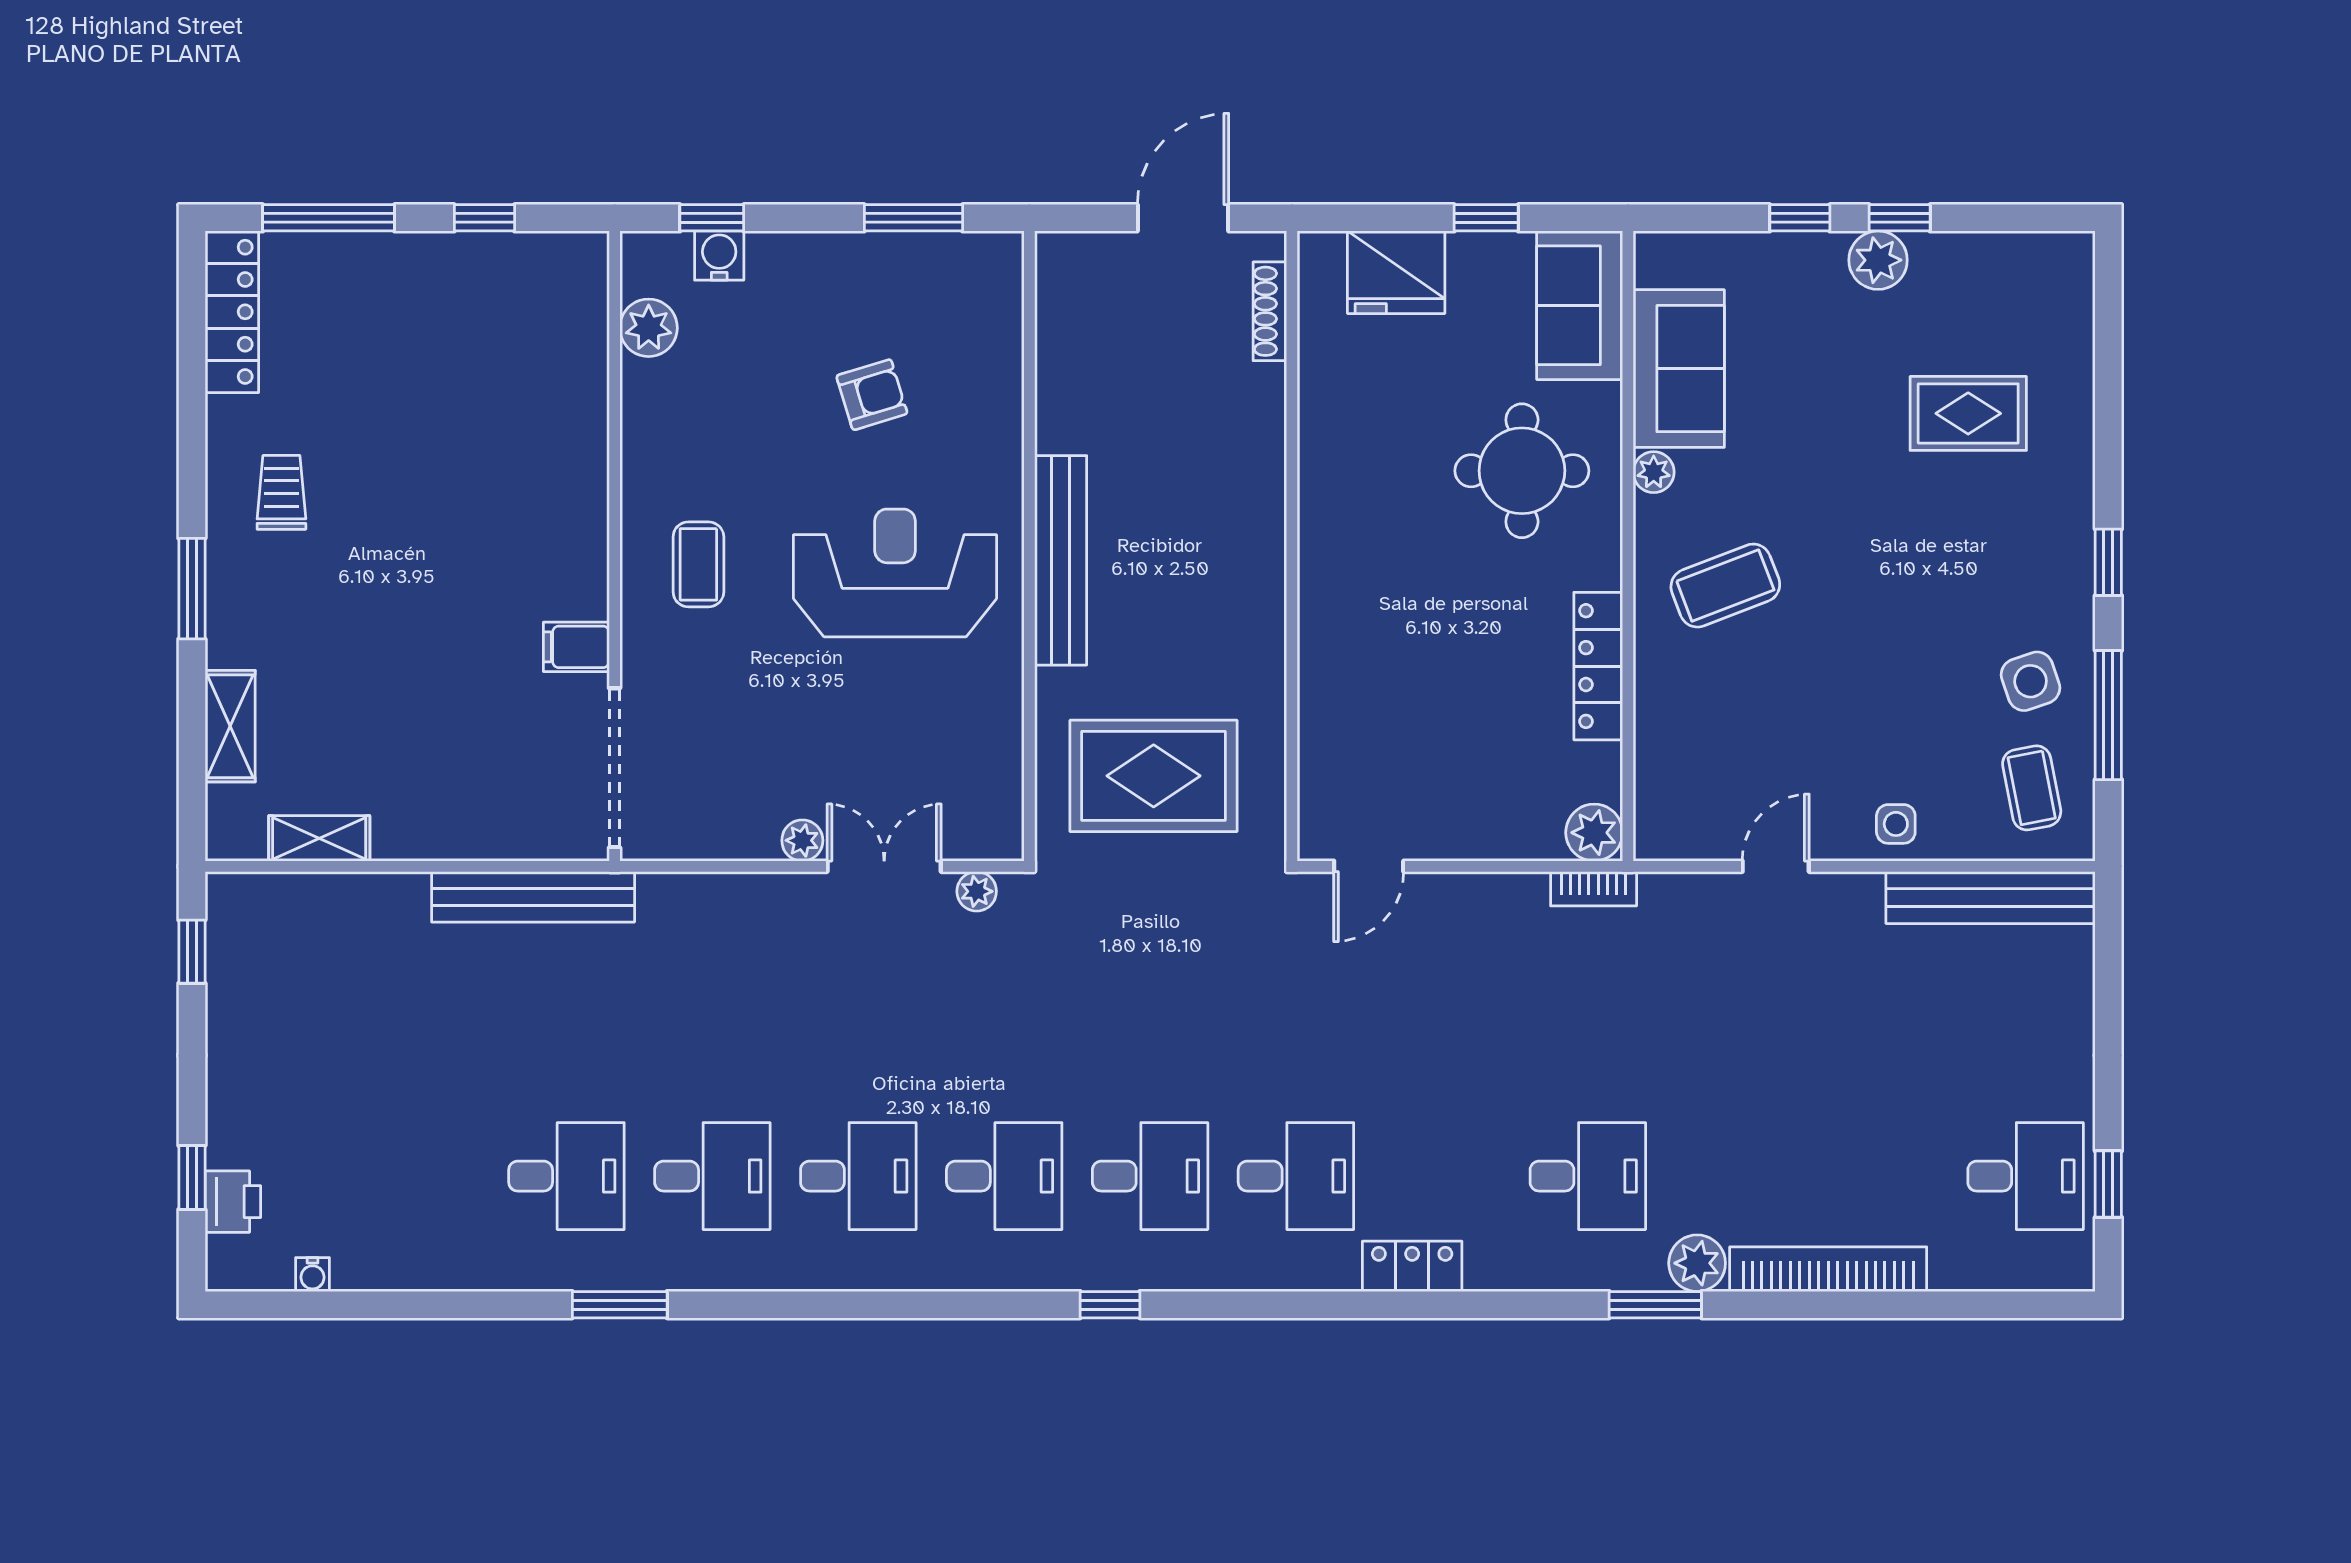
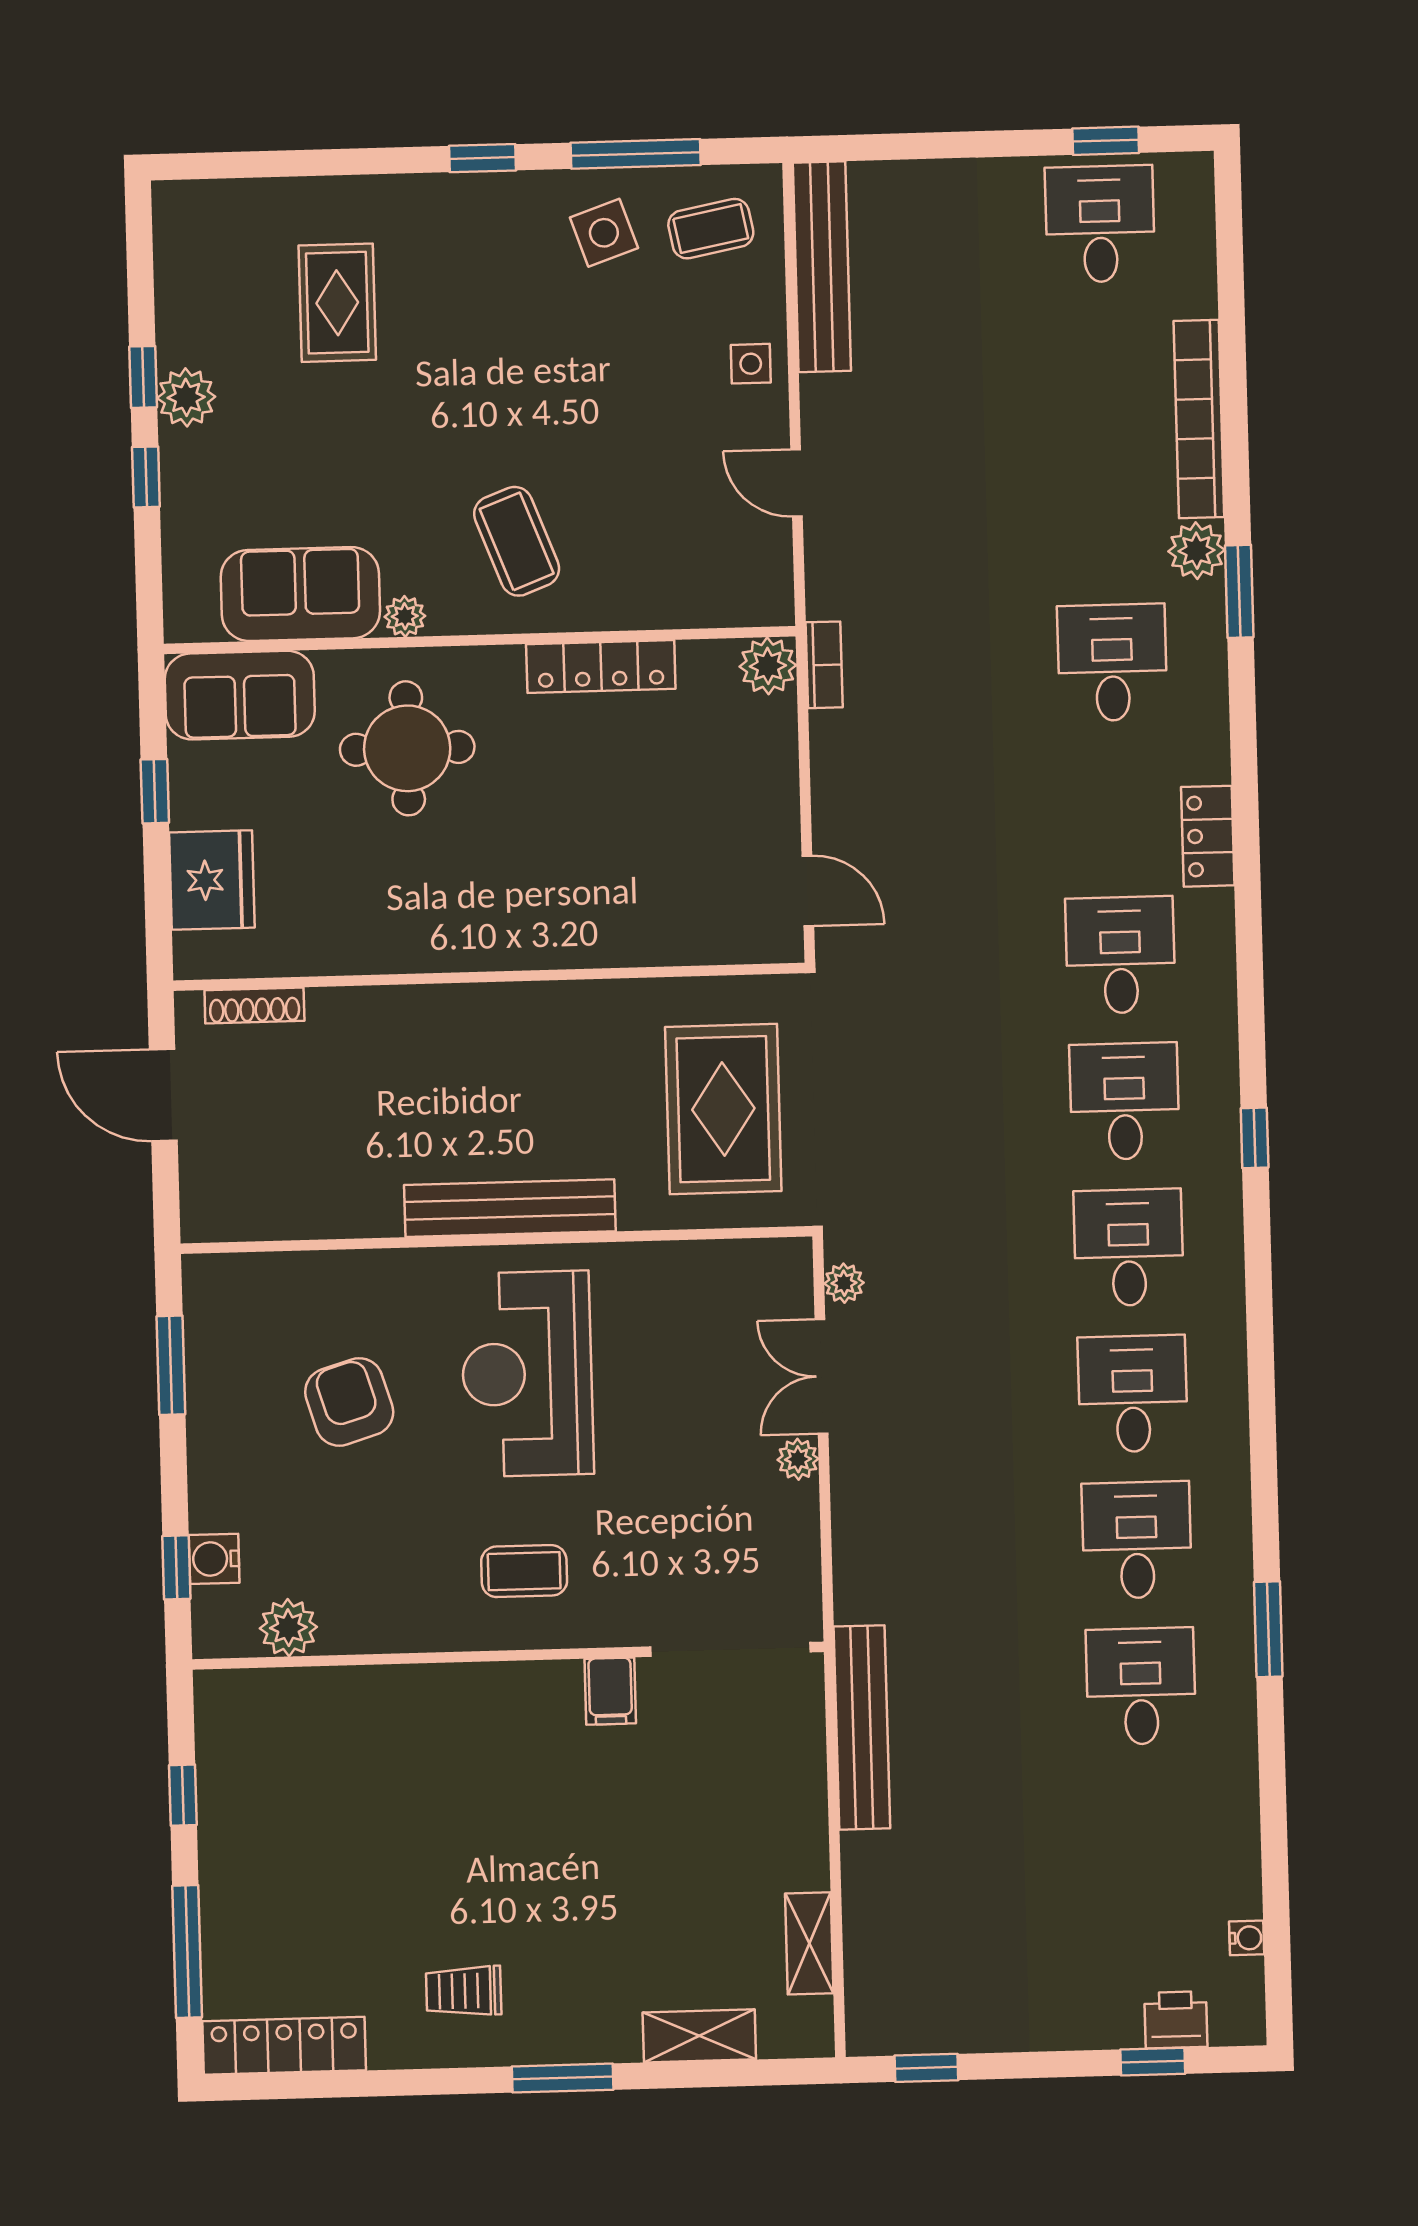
armchair: (872, 395) -> (349, 1402), width x1.38, depth x1.38

